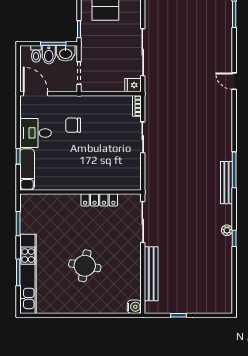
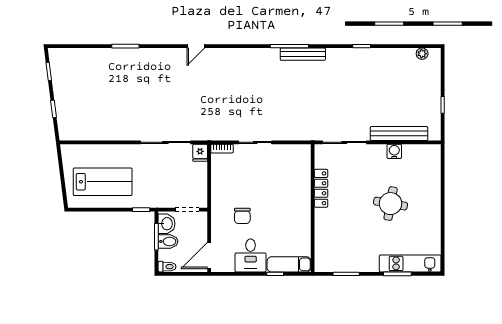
toilet: (36, 54) -> (167, 267), moved
plant: (227, 230) -> (422, 54), moved
kitchen unit: (28, 274) -> (410, 263), width x0.73
water cooler: (134, 307) -> (394, 151), moved

